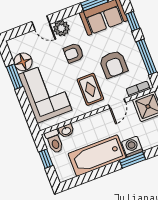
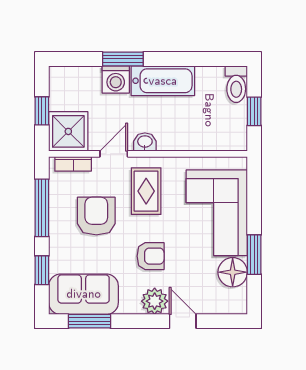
washbasin: (66, 131) -> (145, 142), moved
toilet: (54, 141) -> (236, 84), moved, turned 180
bathtub: (97, 156) -> (163, 81), width x0.73, depth x0.73

